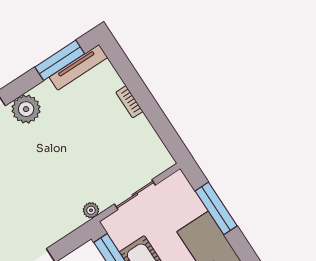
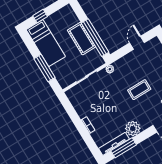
plant: (26, 109) -> (133, 129), moved
coffee table: (33, 173) -> (139, 90), added

